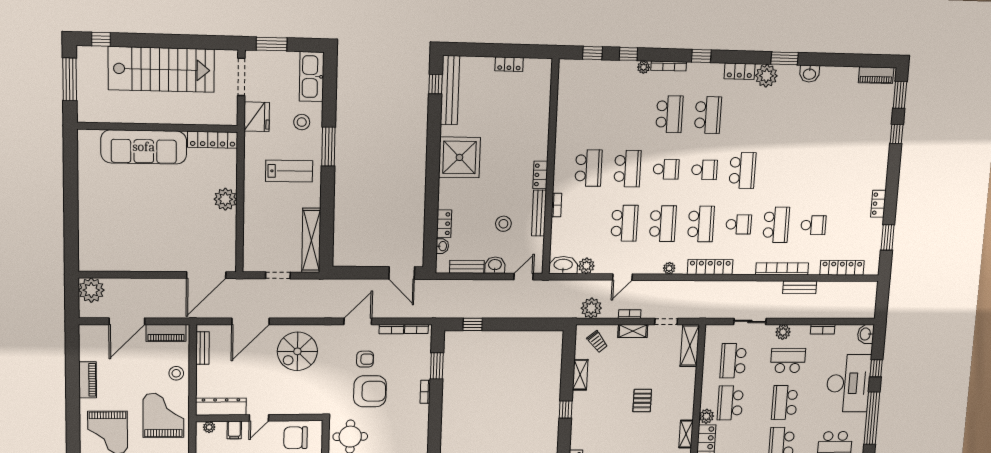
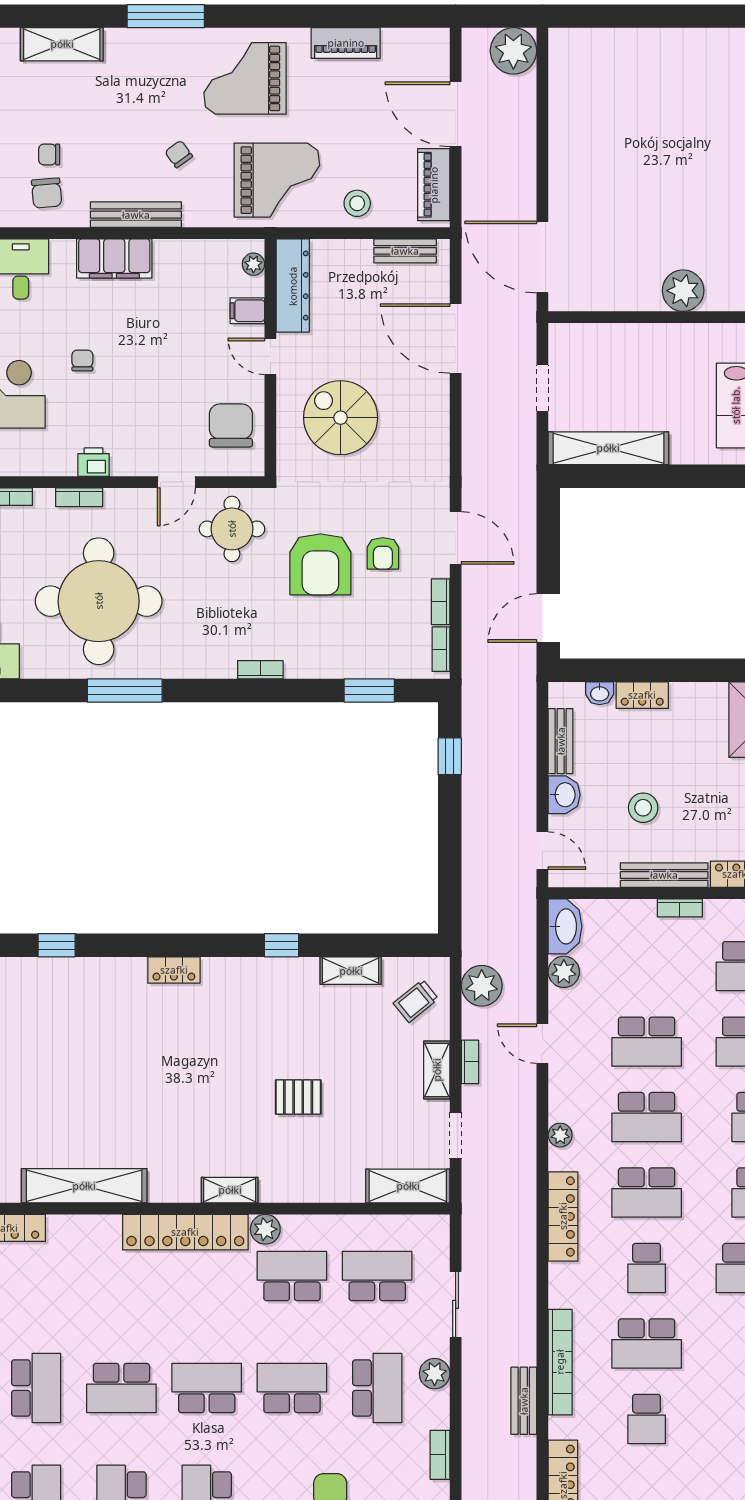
spiral stairs: (297, 351) -> (341, 418), moved
bookcase: (425, 392) -> (260, 670), moved

